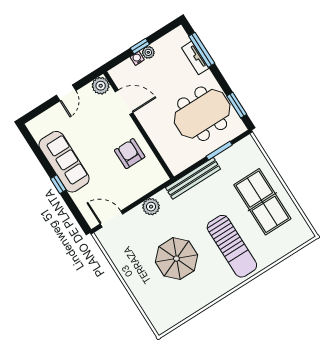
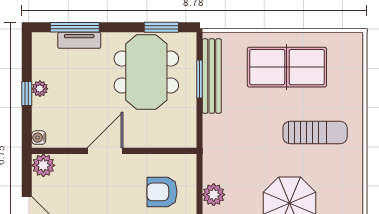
water cooler: (137, 58) -> (39, 138), moved
door: (124, 102) -> (105, 151), moved
armchair: (130, 154) -> (162, 192), moved
bench: (193, 178) -> (212, 76), moved
sun lounger: (232, 246) -> (315, 132), width x0.73, depth x0.75

